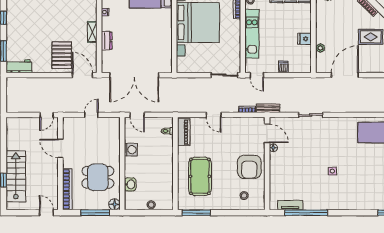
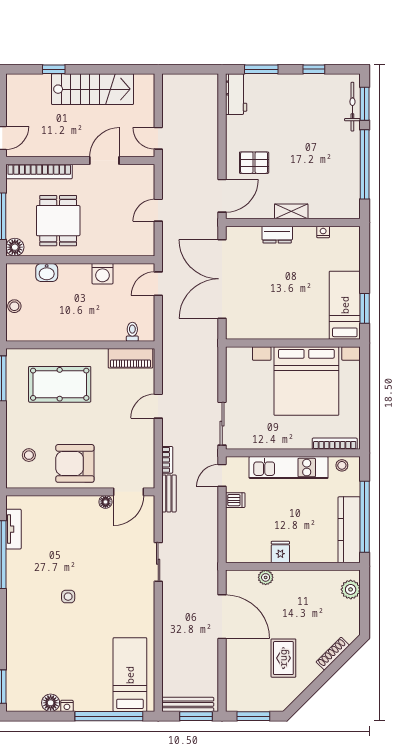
pallet: (62, 55) -> (254, 163), width x0.67, depth x0.71
dishwasher: (283, 67) -> (235, 500), moved
door: (91, 115) -> (158, 210), swing flipped
stairs: (16, 176) -> (92, 89), moved

